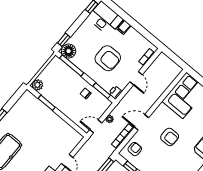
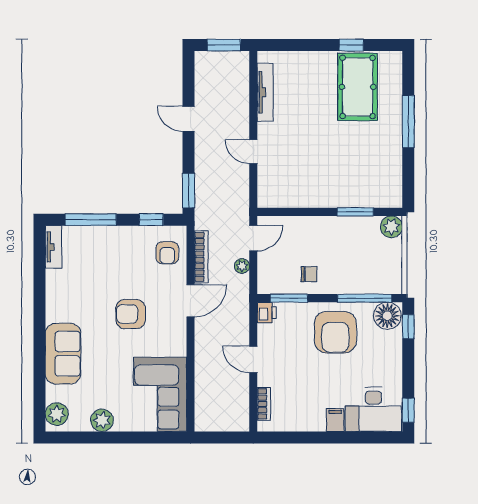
armchair: (108, 58) -> (335, 332), moved, turned -90

